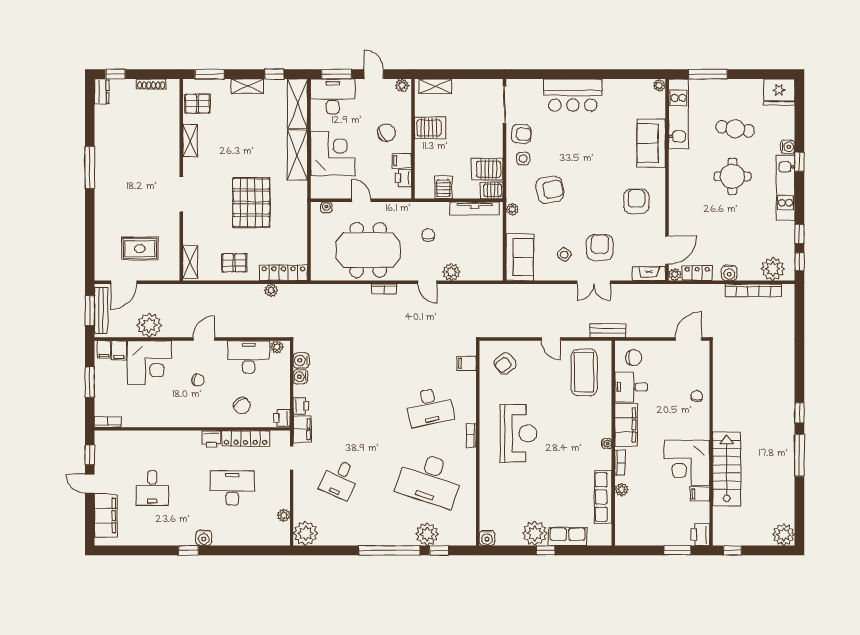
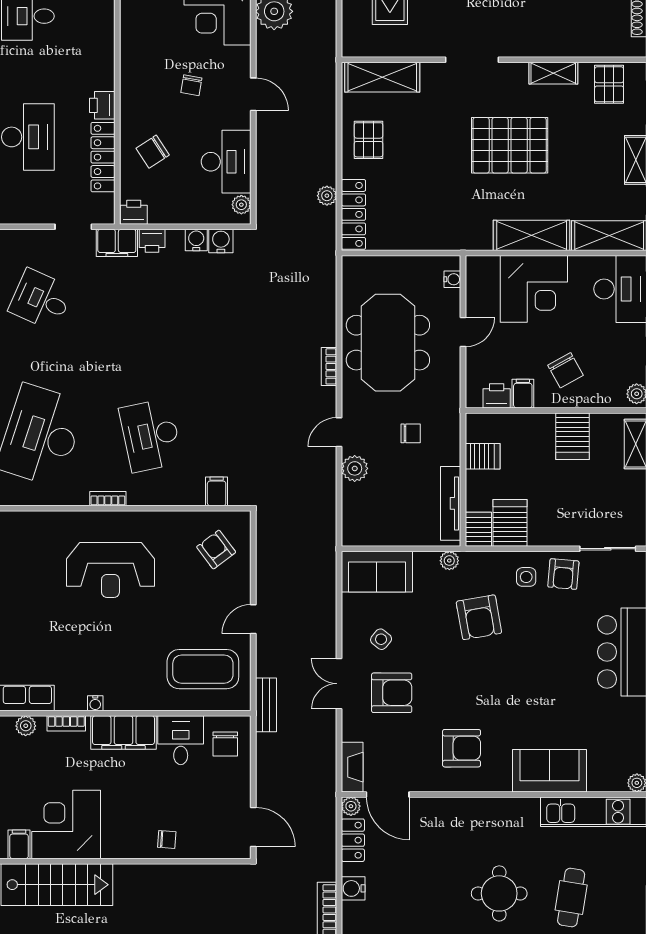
pallet: (251, 203) -> (510, 145), moved
shelving: (190, 262) -> (382, 77), width x1.50, depth x1.33

